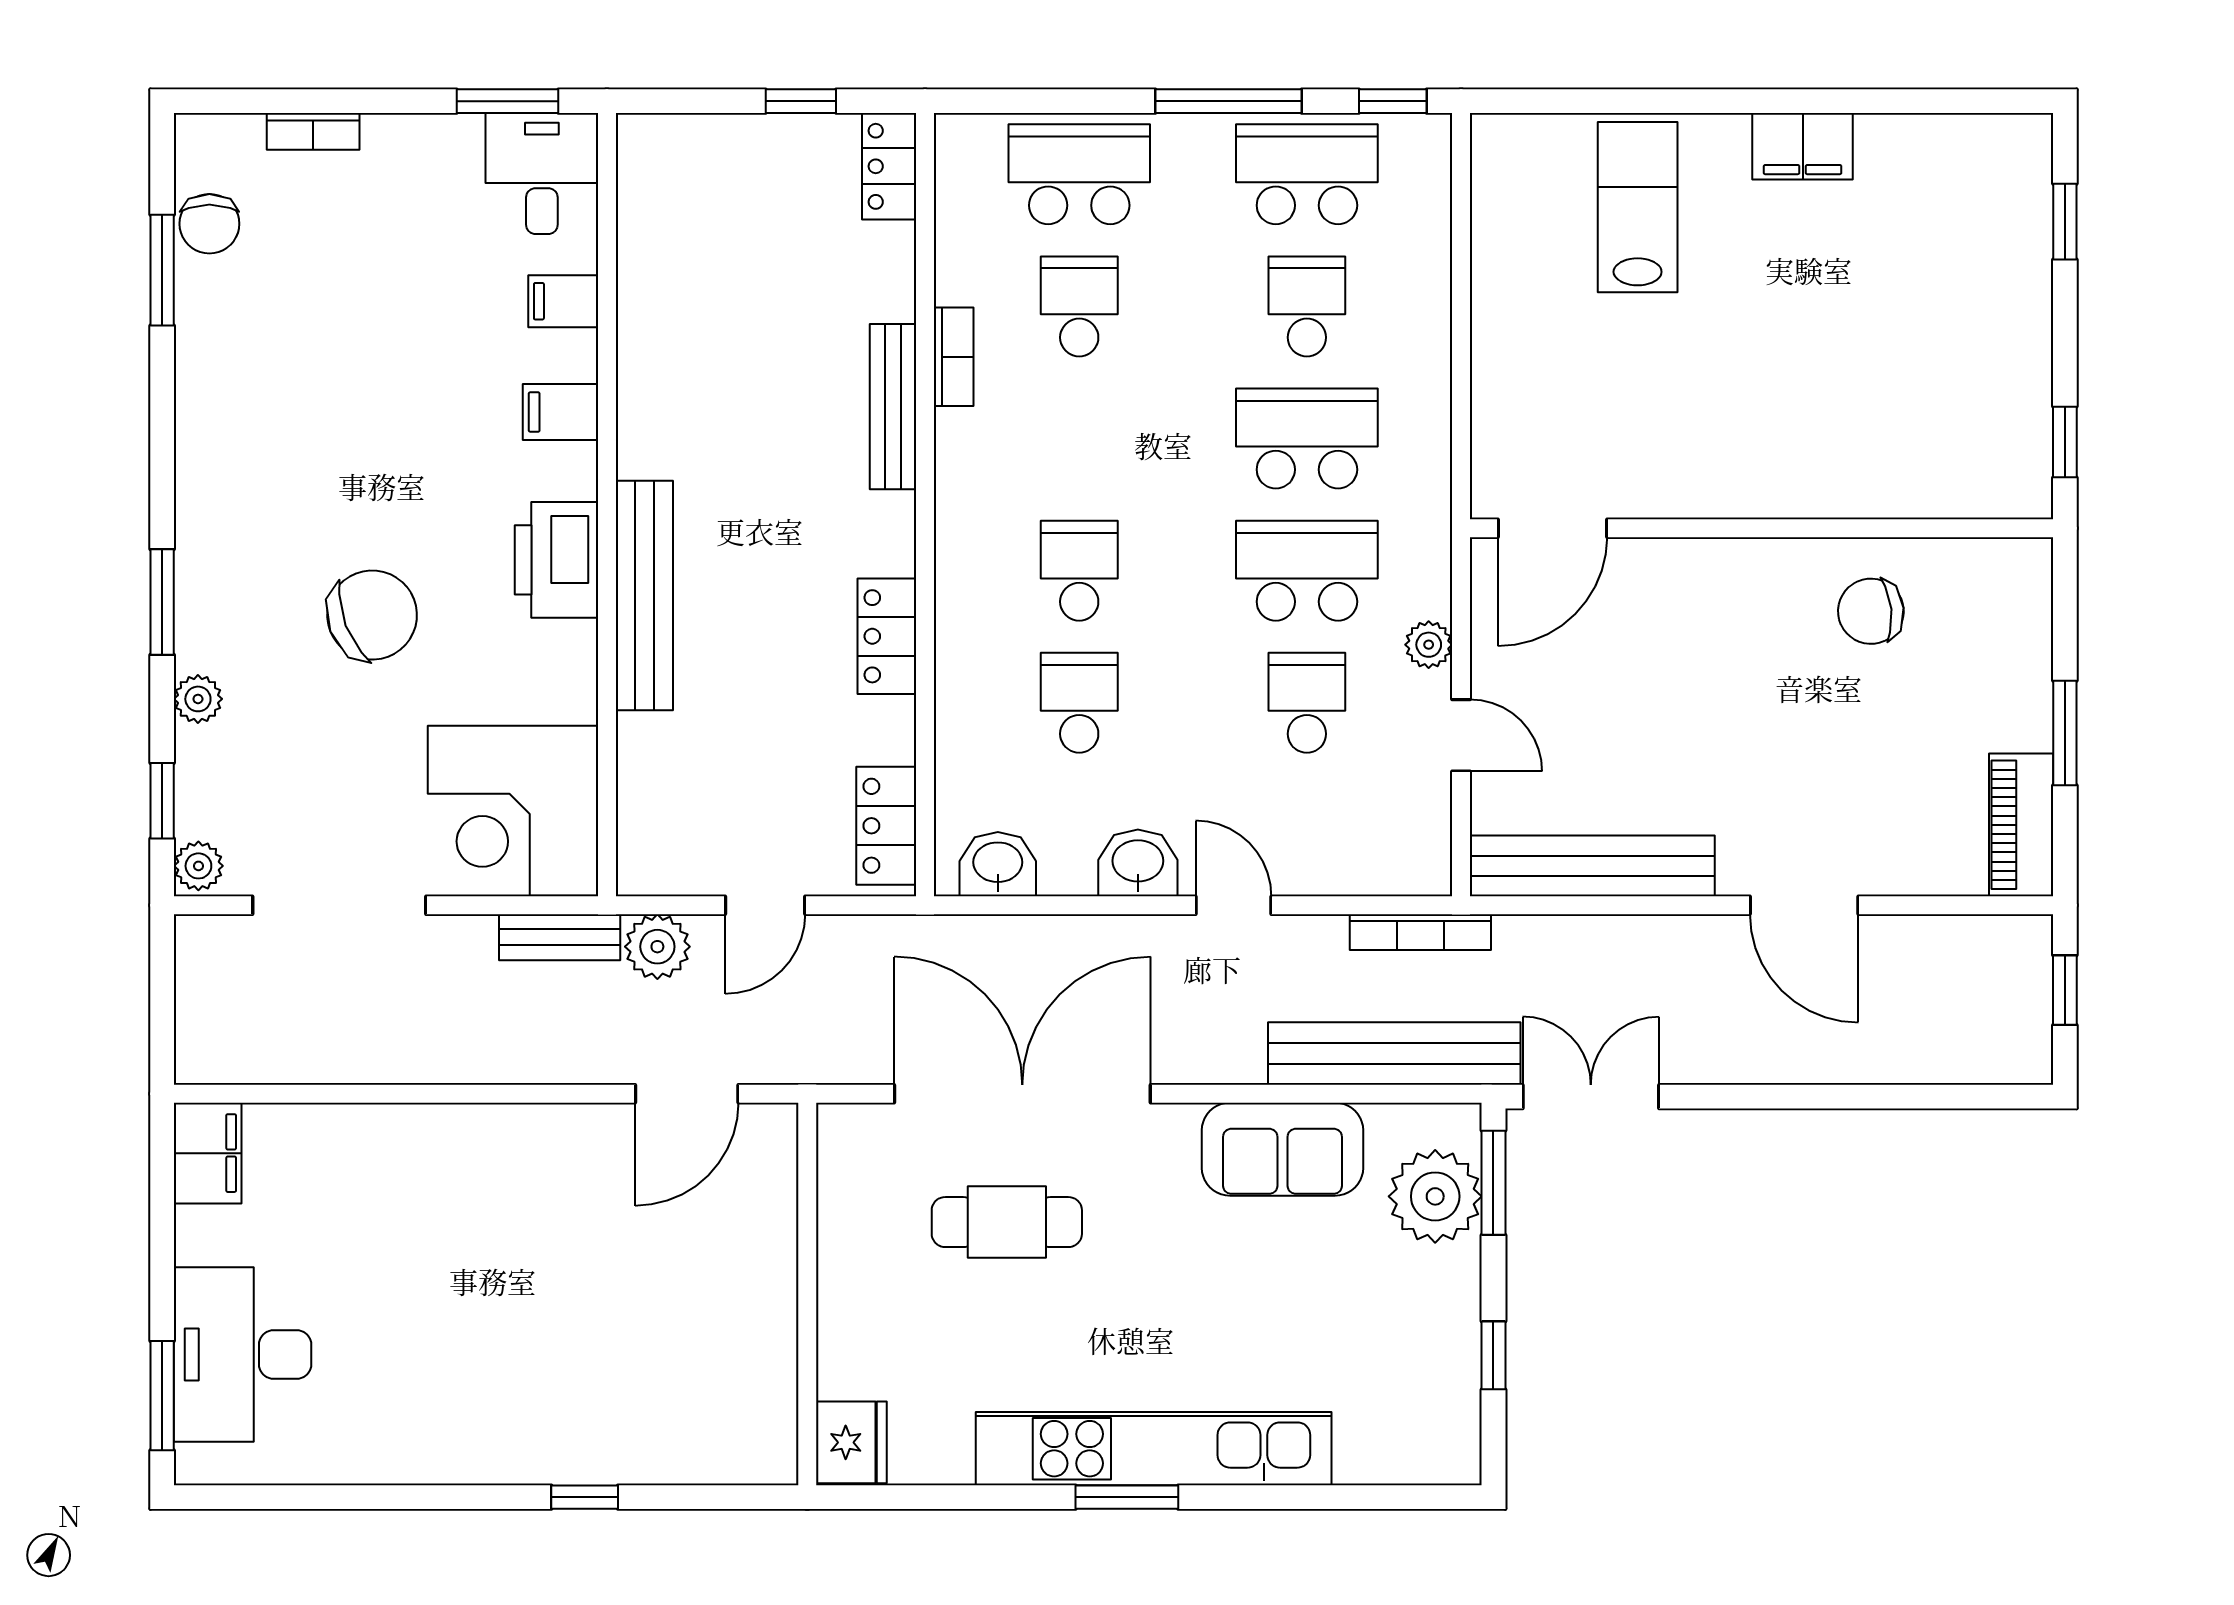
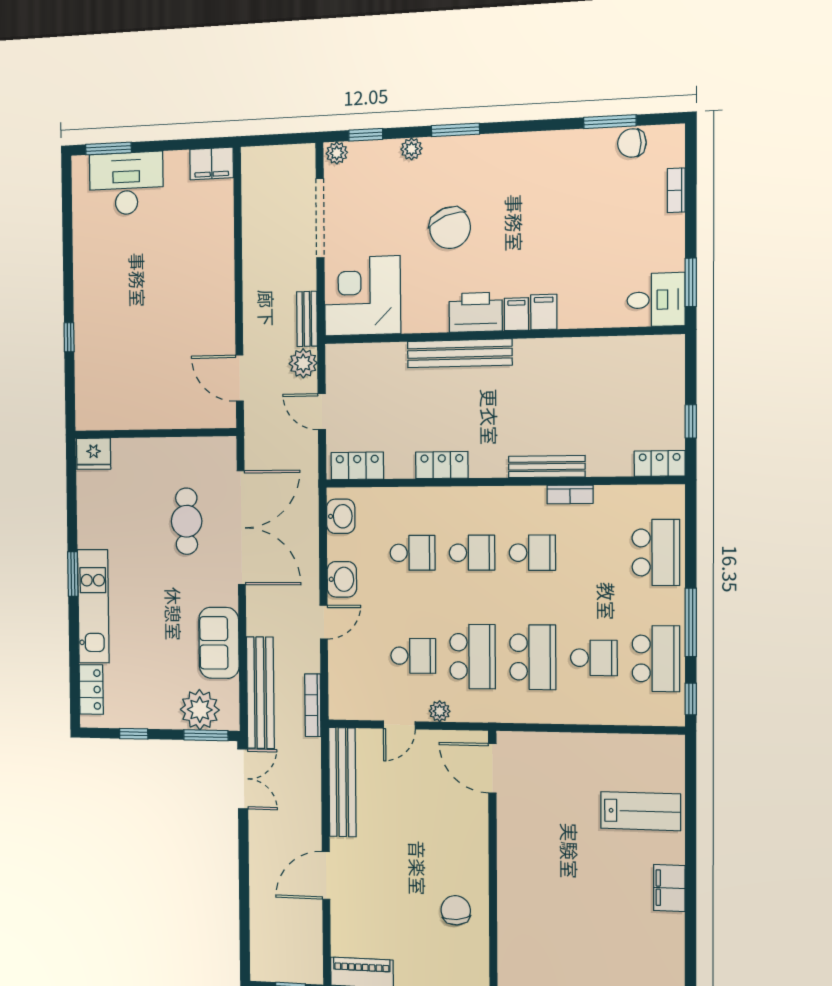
filing cabinet: (563, 301) -> (516, 314), moved
school desk: (1079, 306) -> (532, 553), moved
kitchen unit: (1154, 1449) -> (93, 606), width x0.73
locker: (1393, 1457) -> (91, 689), added

